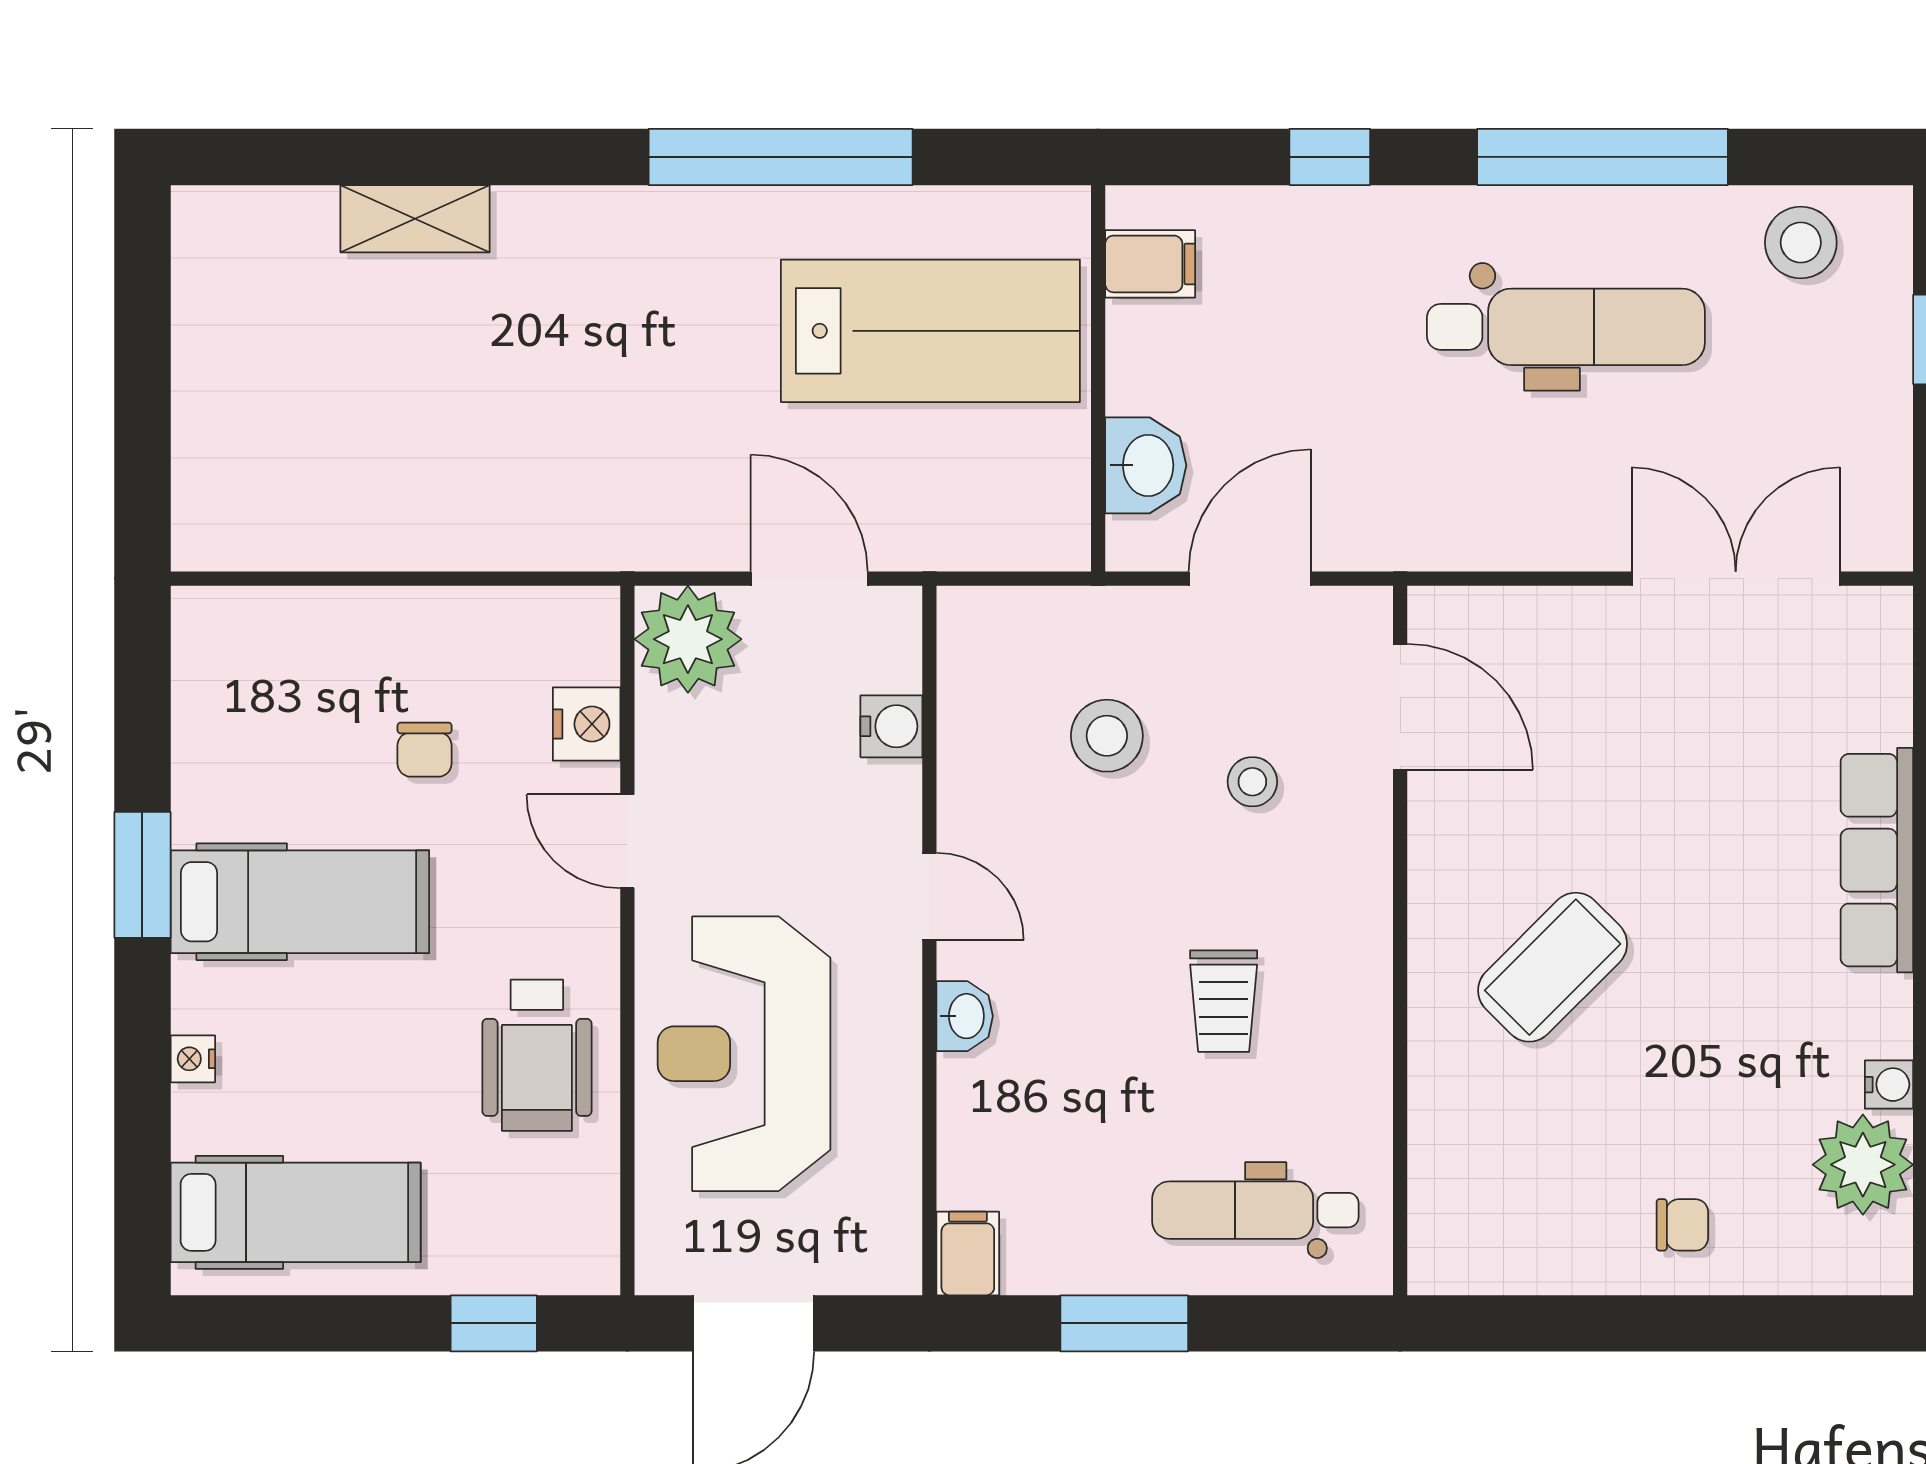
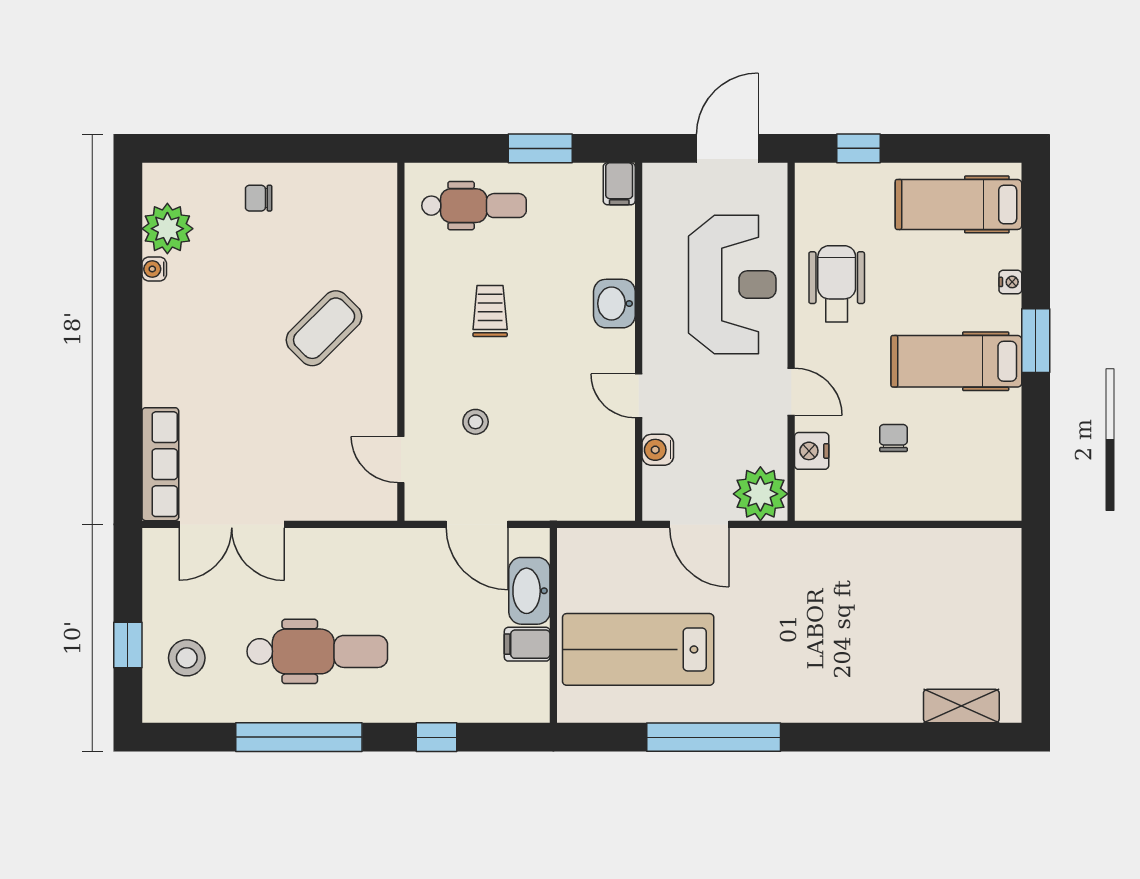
shelving: (415, 219) -> (961, 706), moved
stool: (1801, 243) -> (187, 658), moved
filing cabinet: (1150, 264) -> (527, 644), moved
dental chair: (1566, 327) -> (317, 651), turned 180
washbasin: (1146, 465) -> (529, 591), width x1.38
door: (1250, 579) -> (477, 524), hinge flipped
door: (1400, 707) -> (401, 460), width x0.73
stool: (1107, 736) -> (549, 445), removed
row of seats: (1877, 860) -> (160, 464), moved
window: (142, 875) -> (1036, 341), moved
door: (929, 896) -> (639, 396), moved
washbasin: (965, 1016) -> (614, 304), width x1.38, depth x1.45

